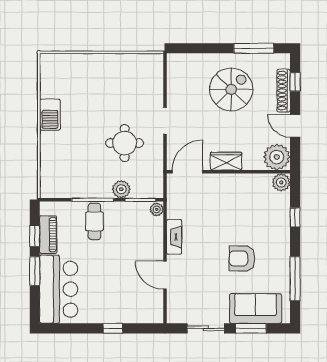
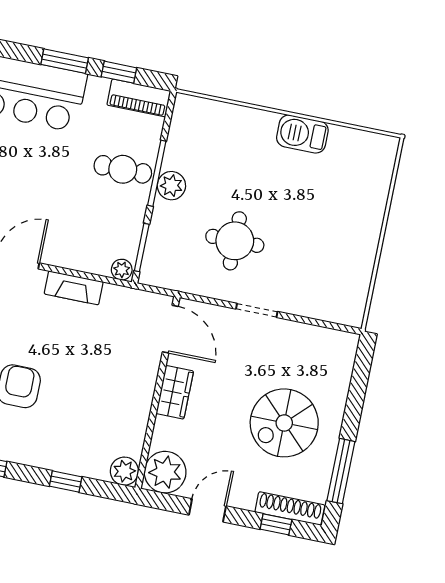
spiral stairs: (231, 89) -> (284, 423), turned 90
shoe rack: (284, 91) -> (290, 509), moved
plant: (121, 189) -> (171, 186), moved
piano: (48, 235) -> (139, 98), moved

